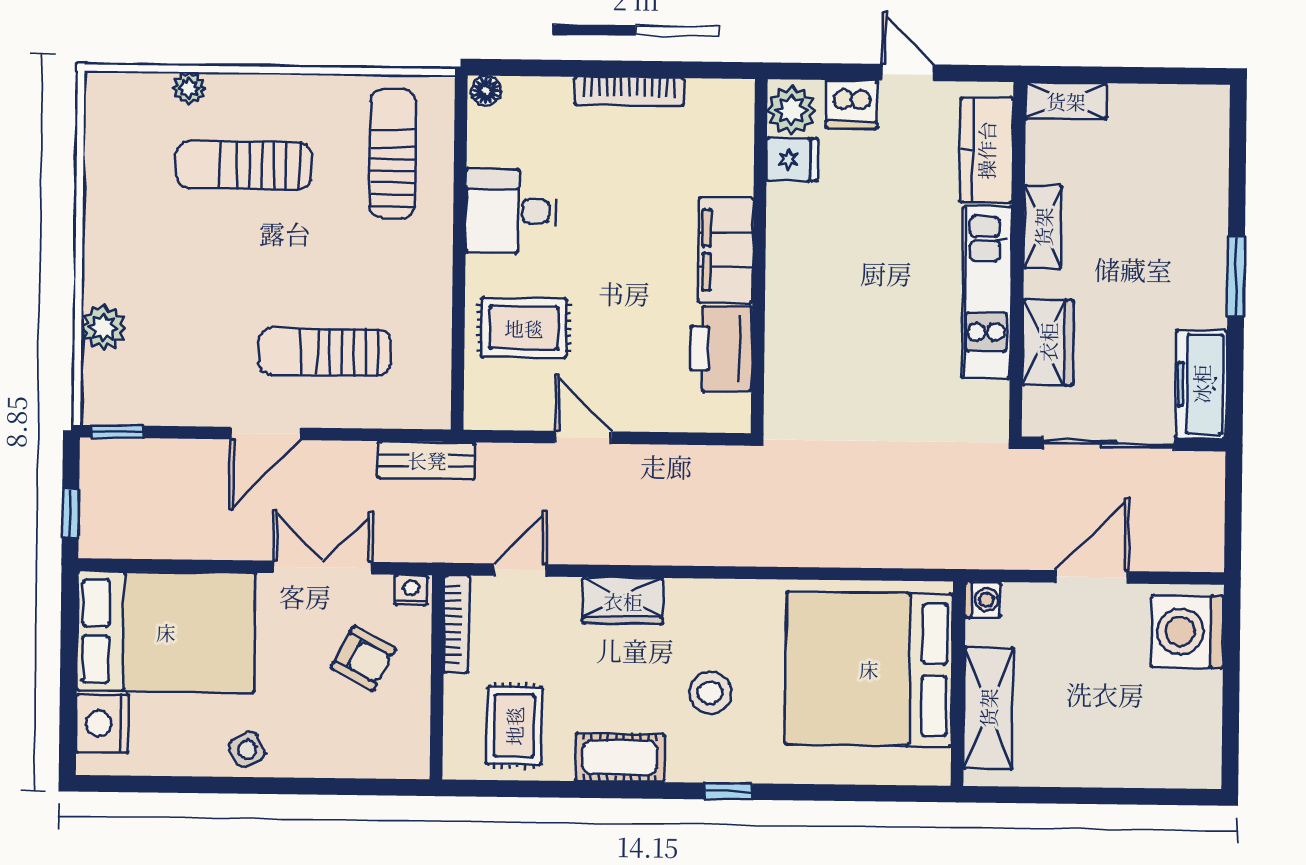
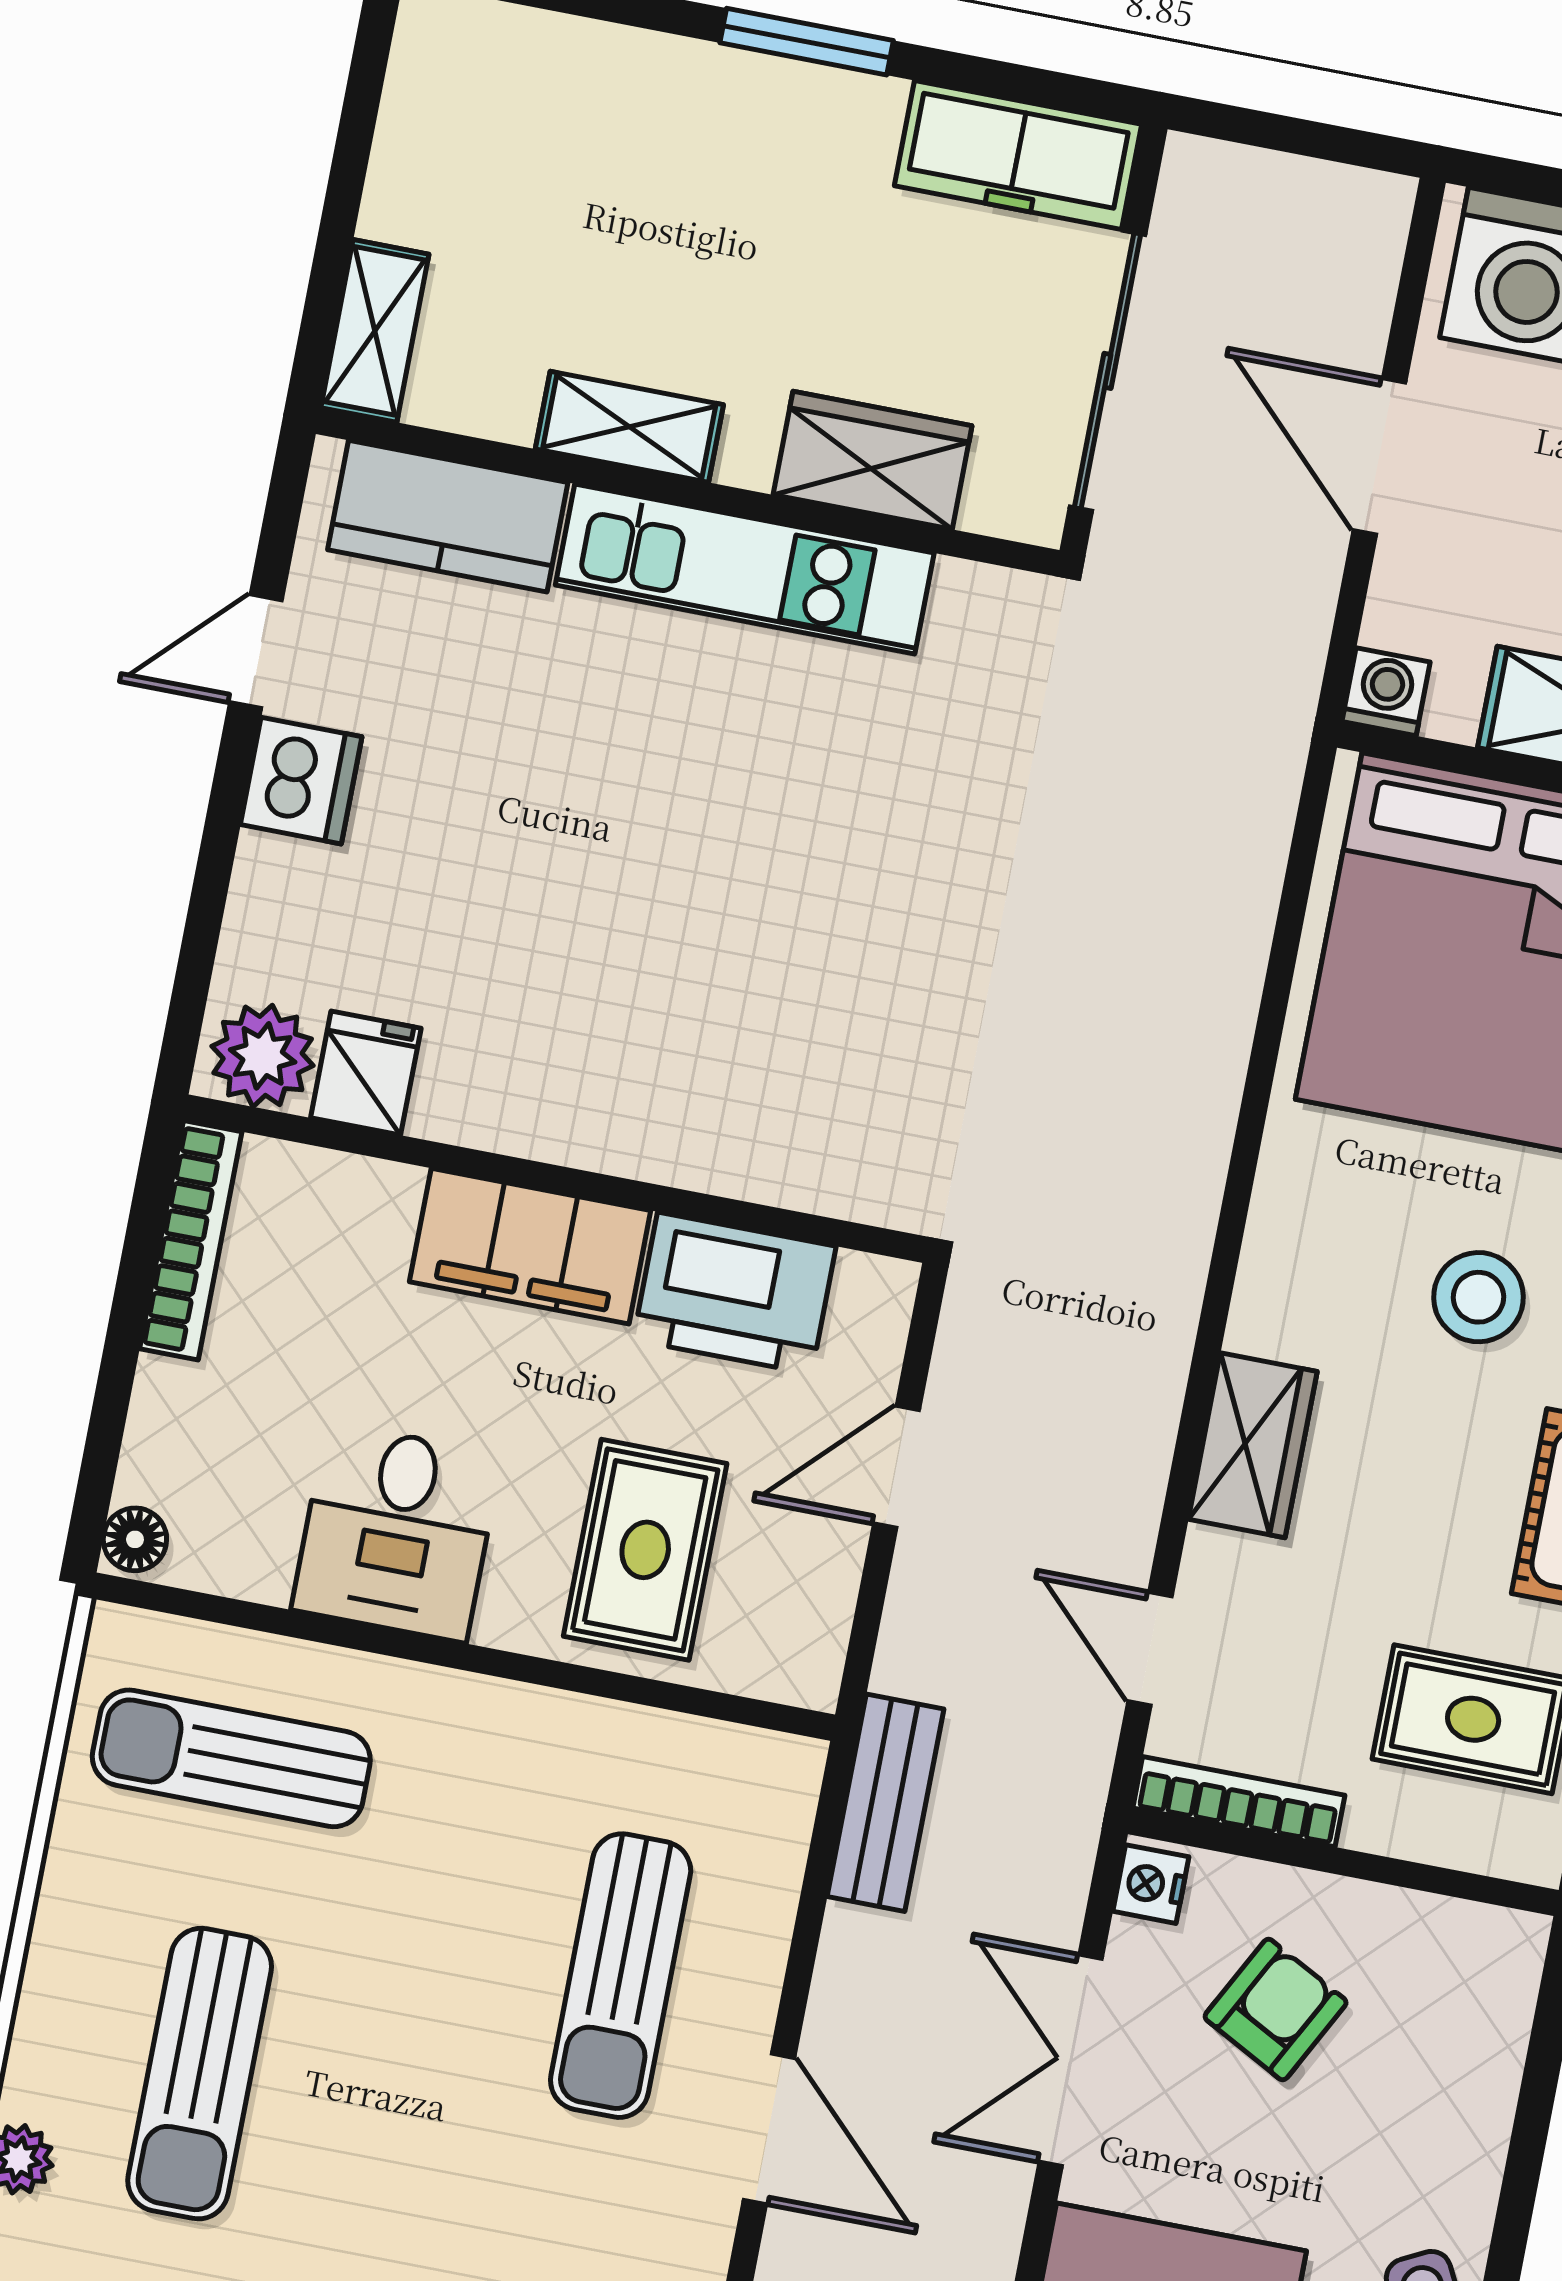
plant: (792, 110) -> (263, 1056), moved
fridge: (792, 159) -> (366, 1073), moved
filing cabinet: (726, 250) -> (530, 1246), moved
wall: (759, 256) -> (555, 1179), moved
printer: (721, 349) -> (735, 1293), moved

